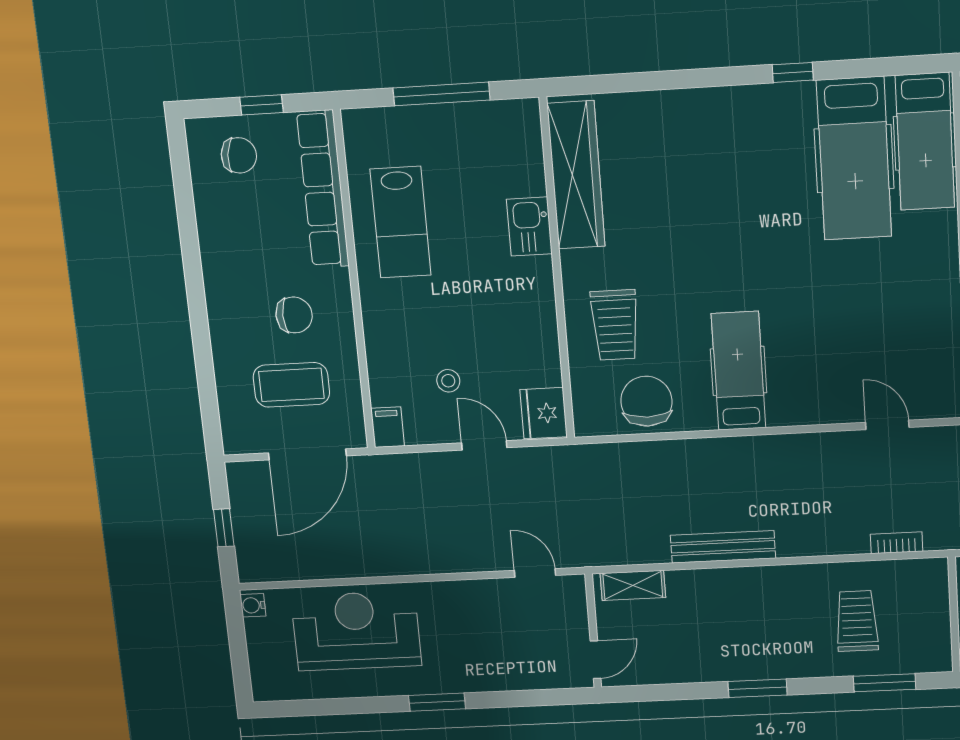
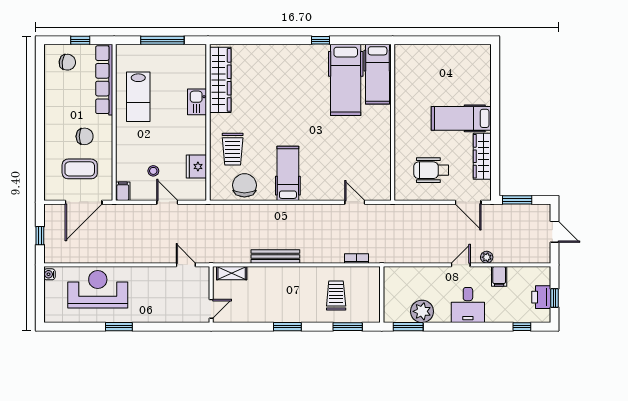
fridge: (544, 413) -> (196, 167), moved
window: (437, 702) -> (119, 327), moved

